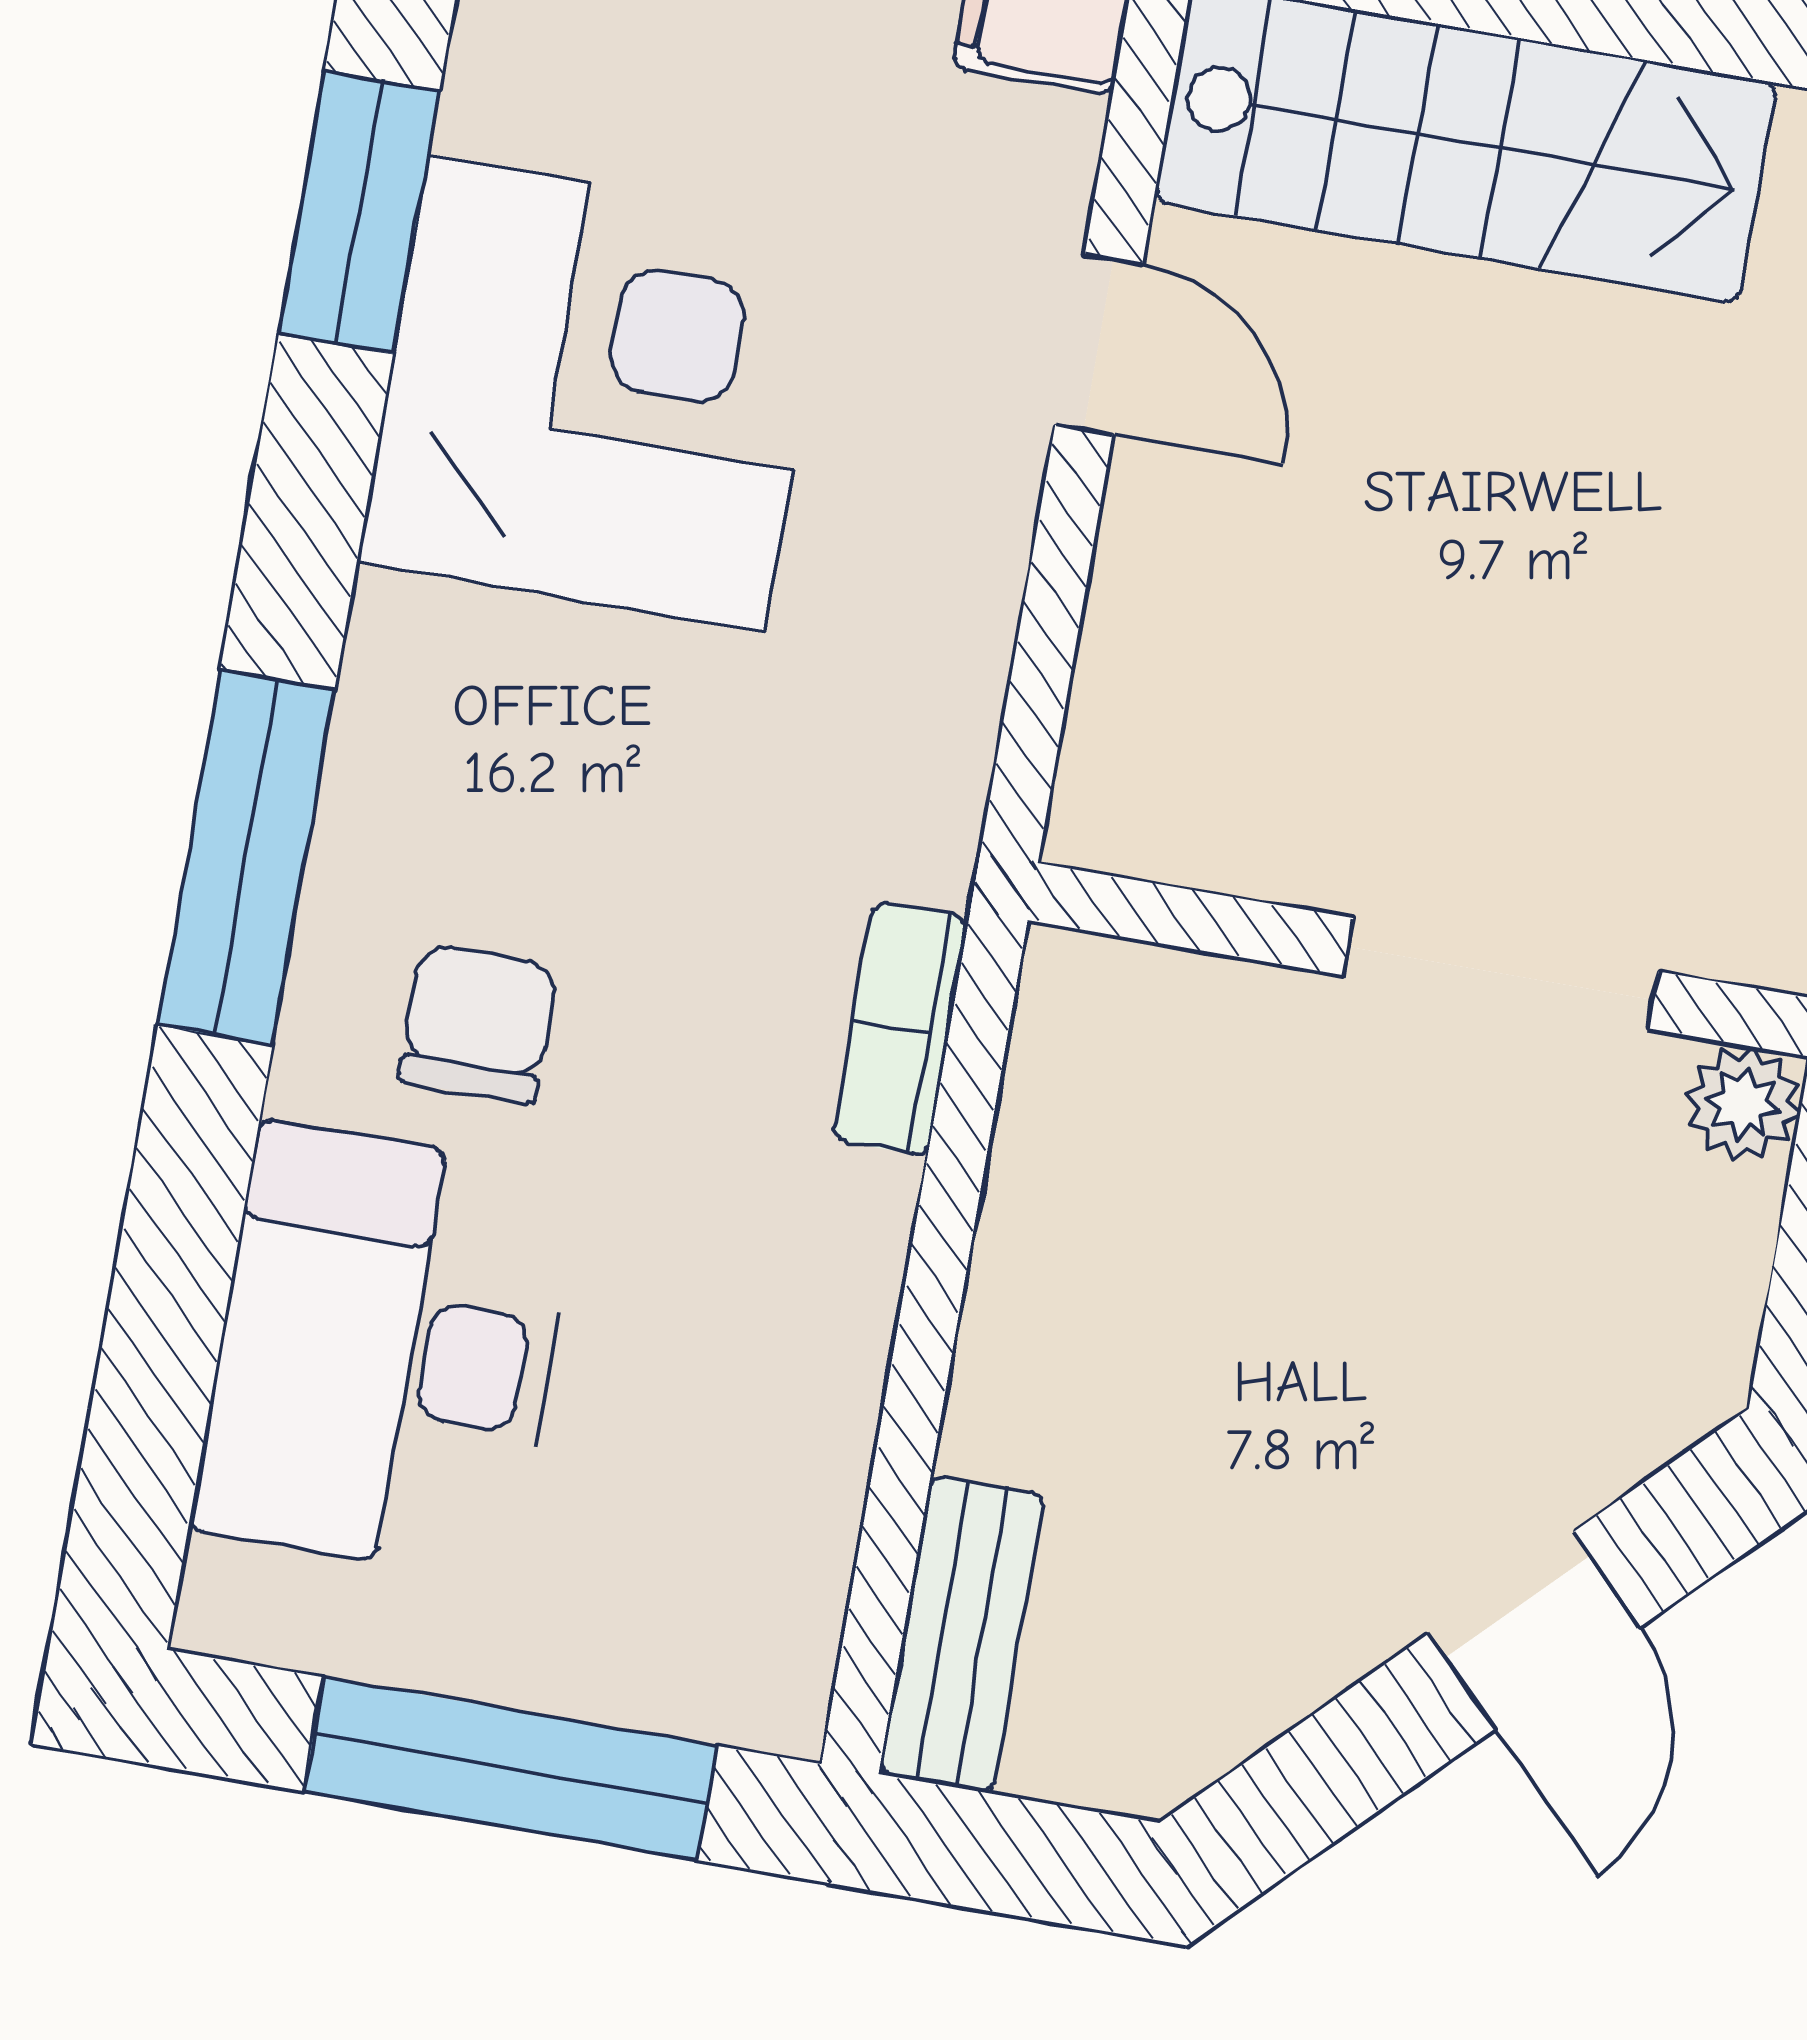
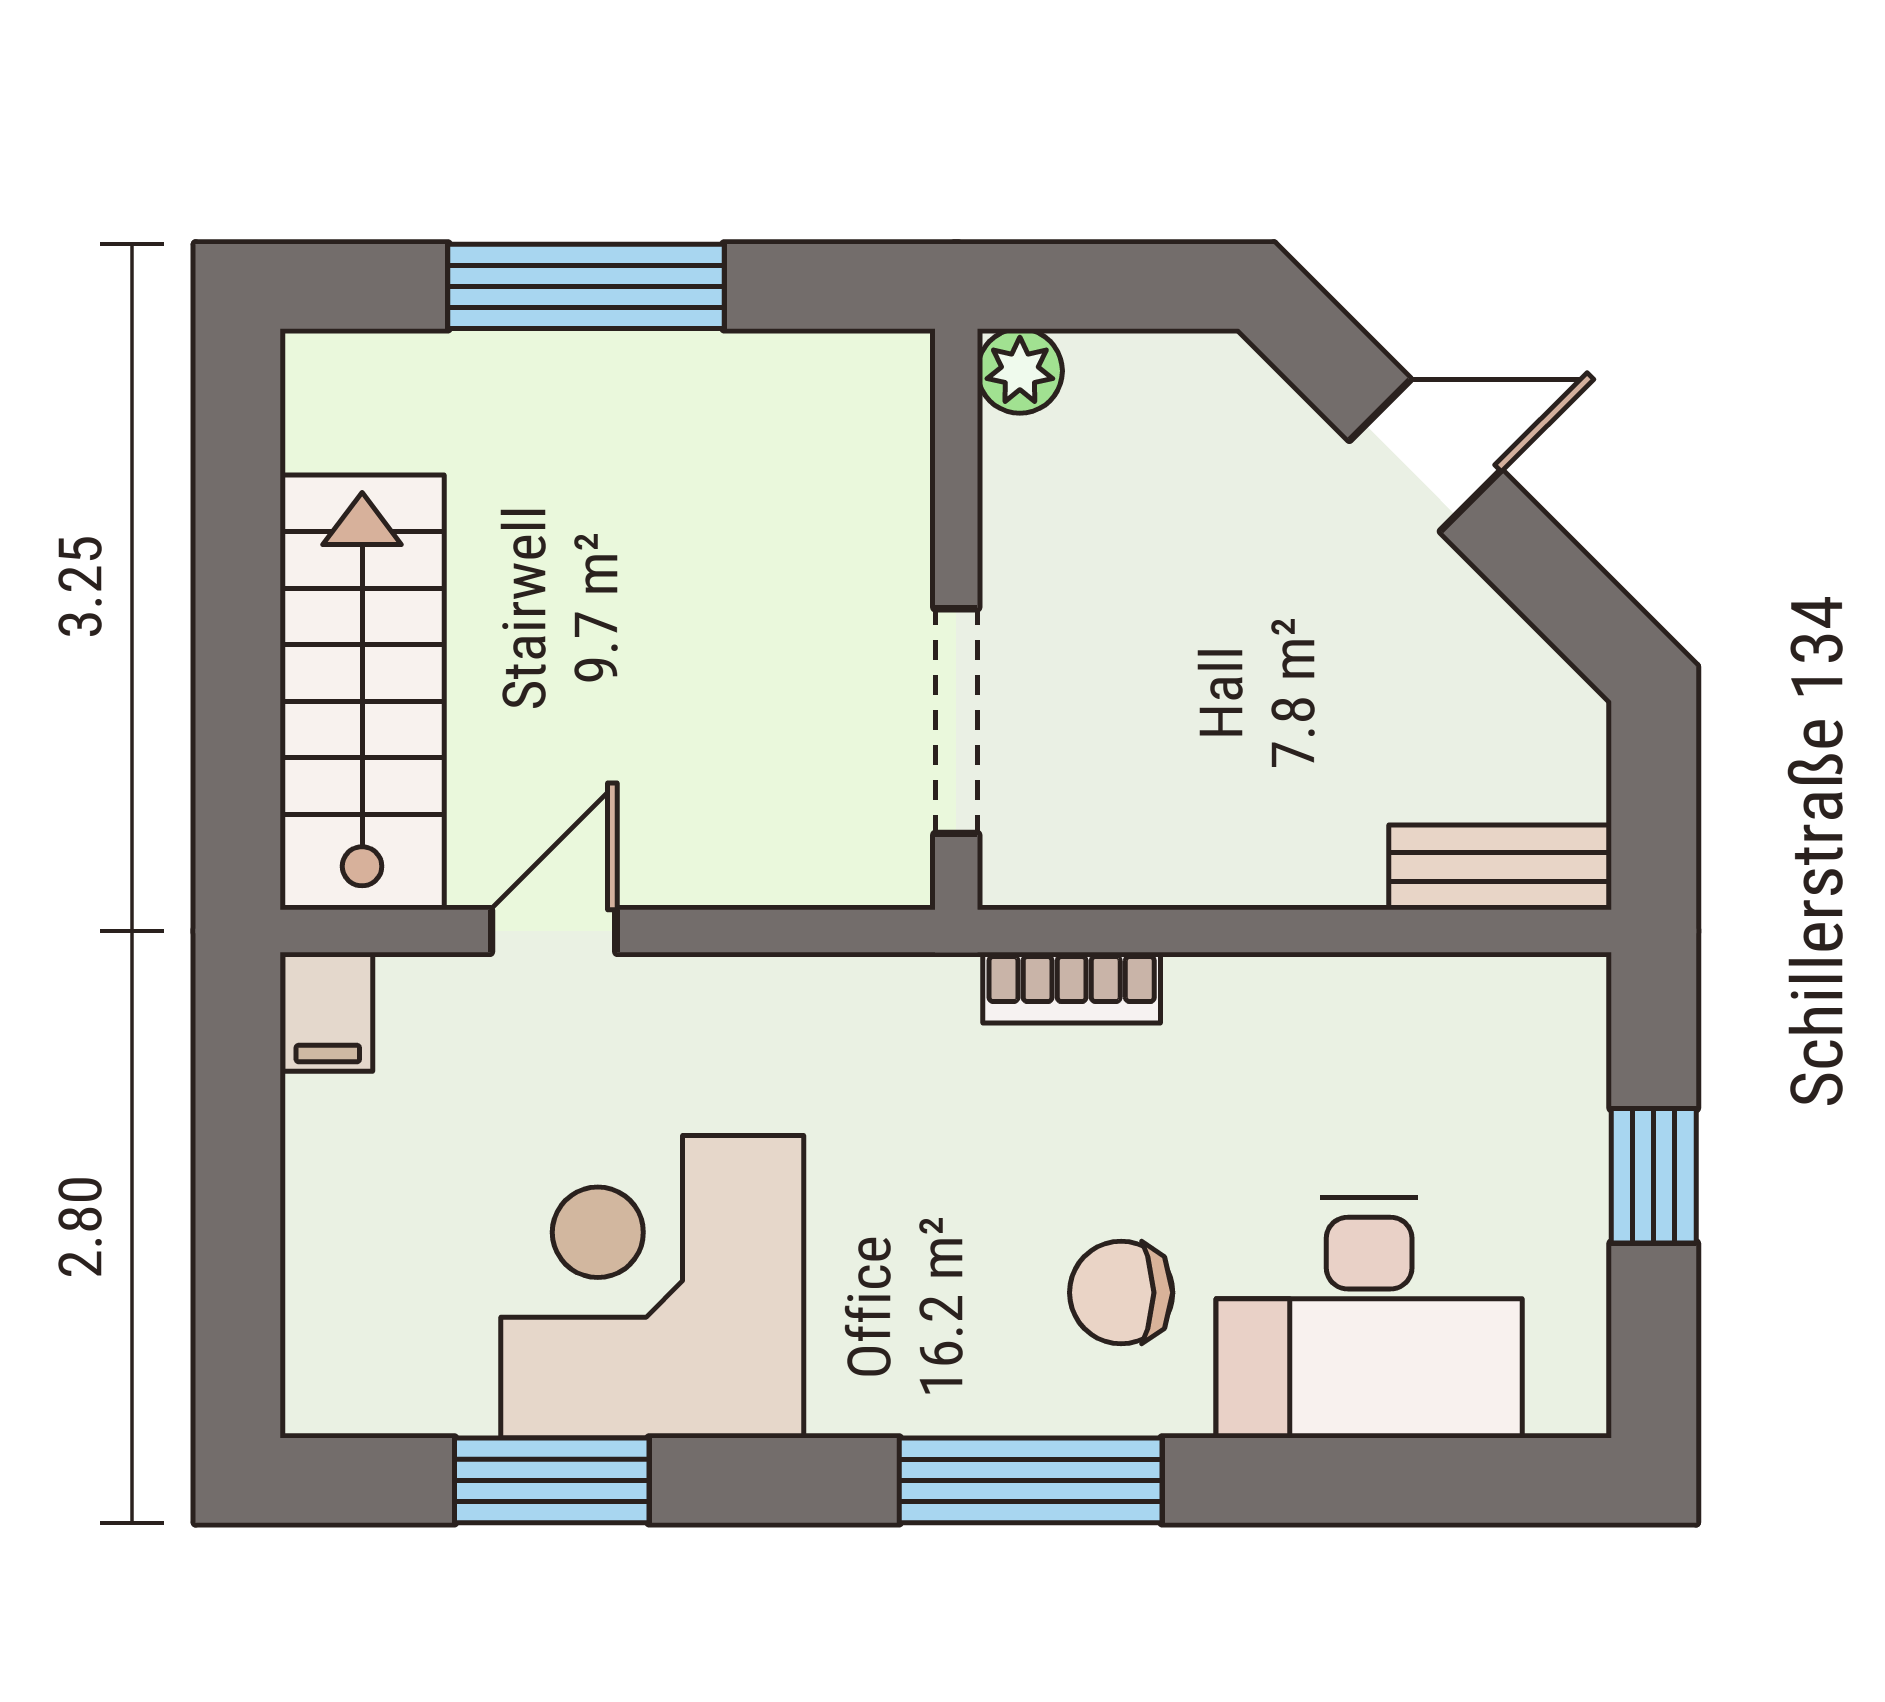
doorway: (1501, 973) -> (956, 721), moved
window: (510, 1769) -> (1654, 1176), width x0.46

